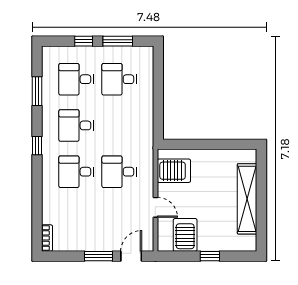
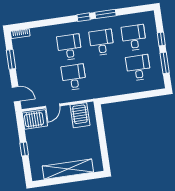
window: (37, 91) -> (106, 14), moved
server rack: (185, 235) -> (35, 119), moved
window: (99, 256) -> (11, 59), moved

